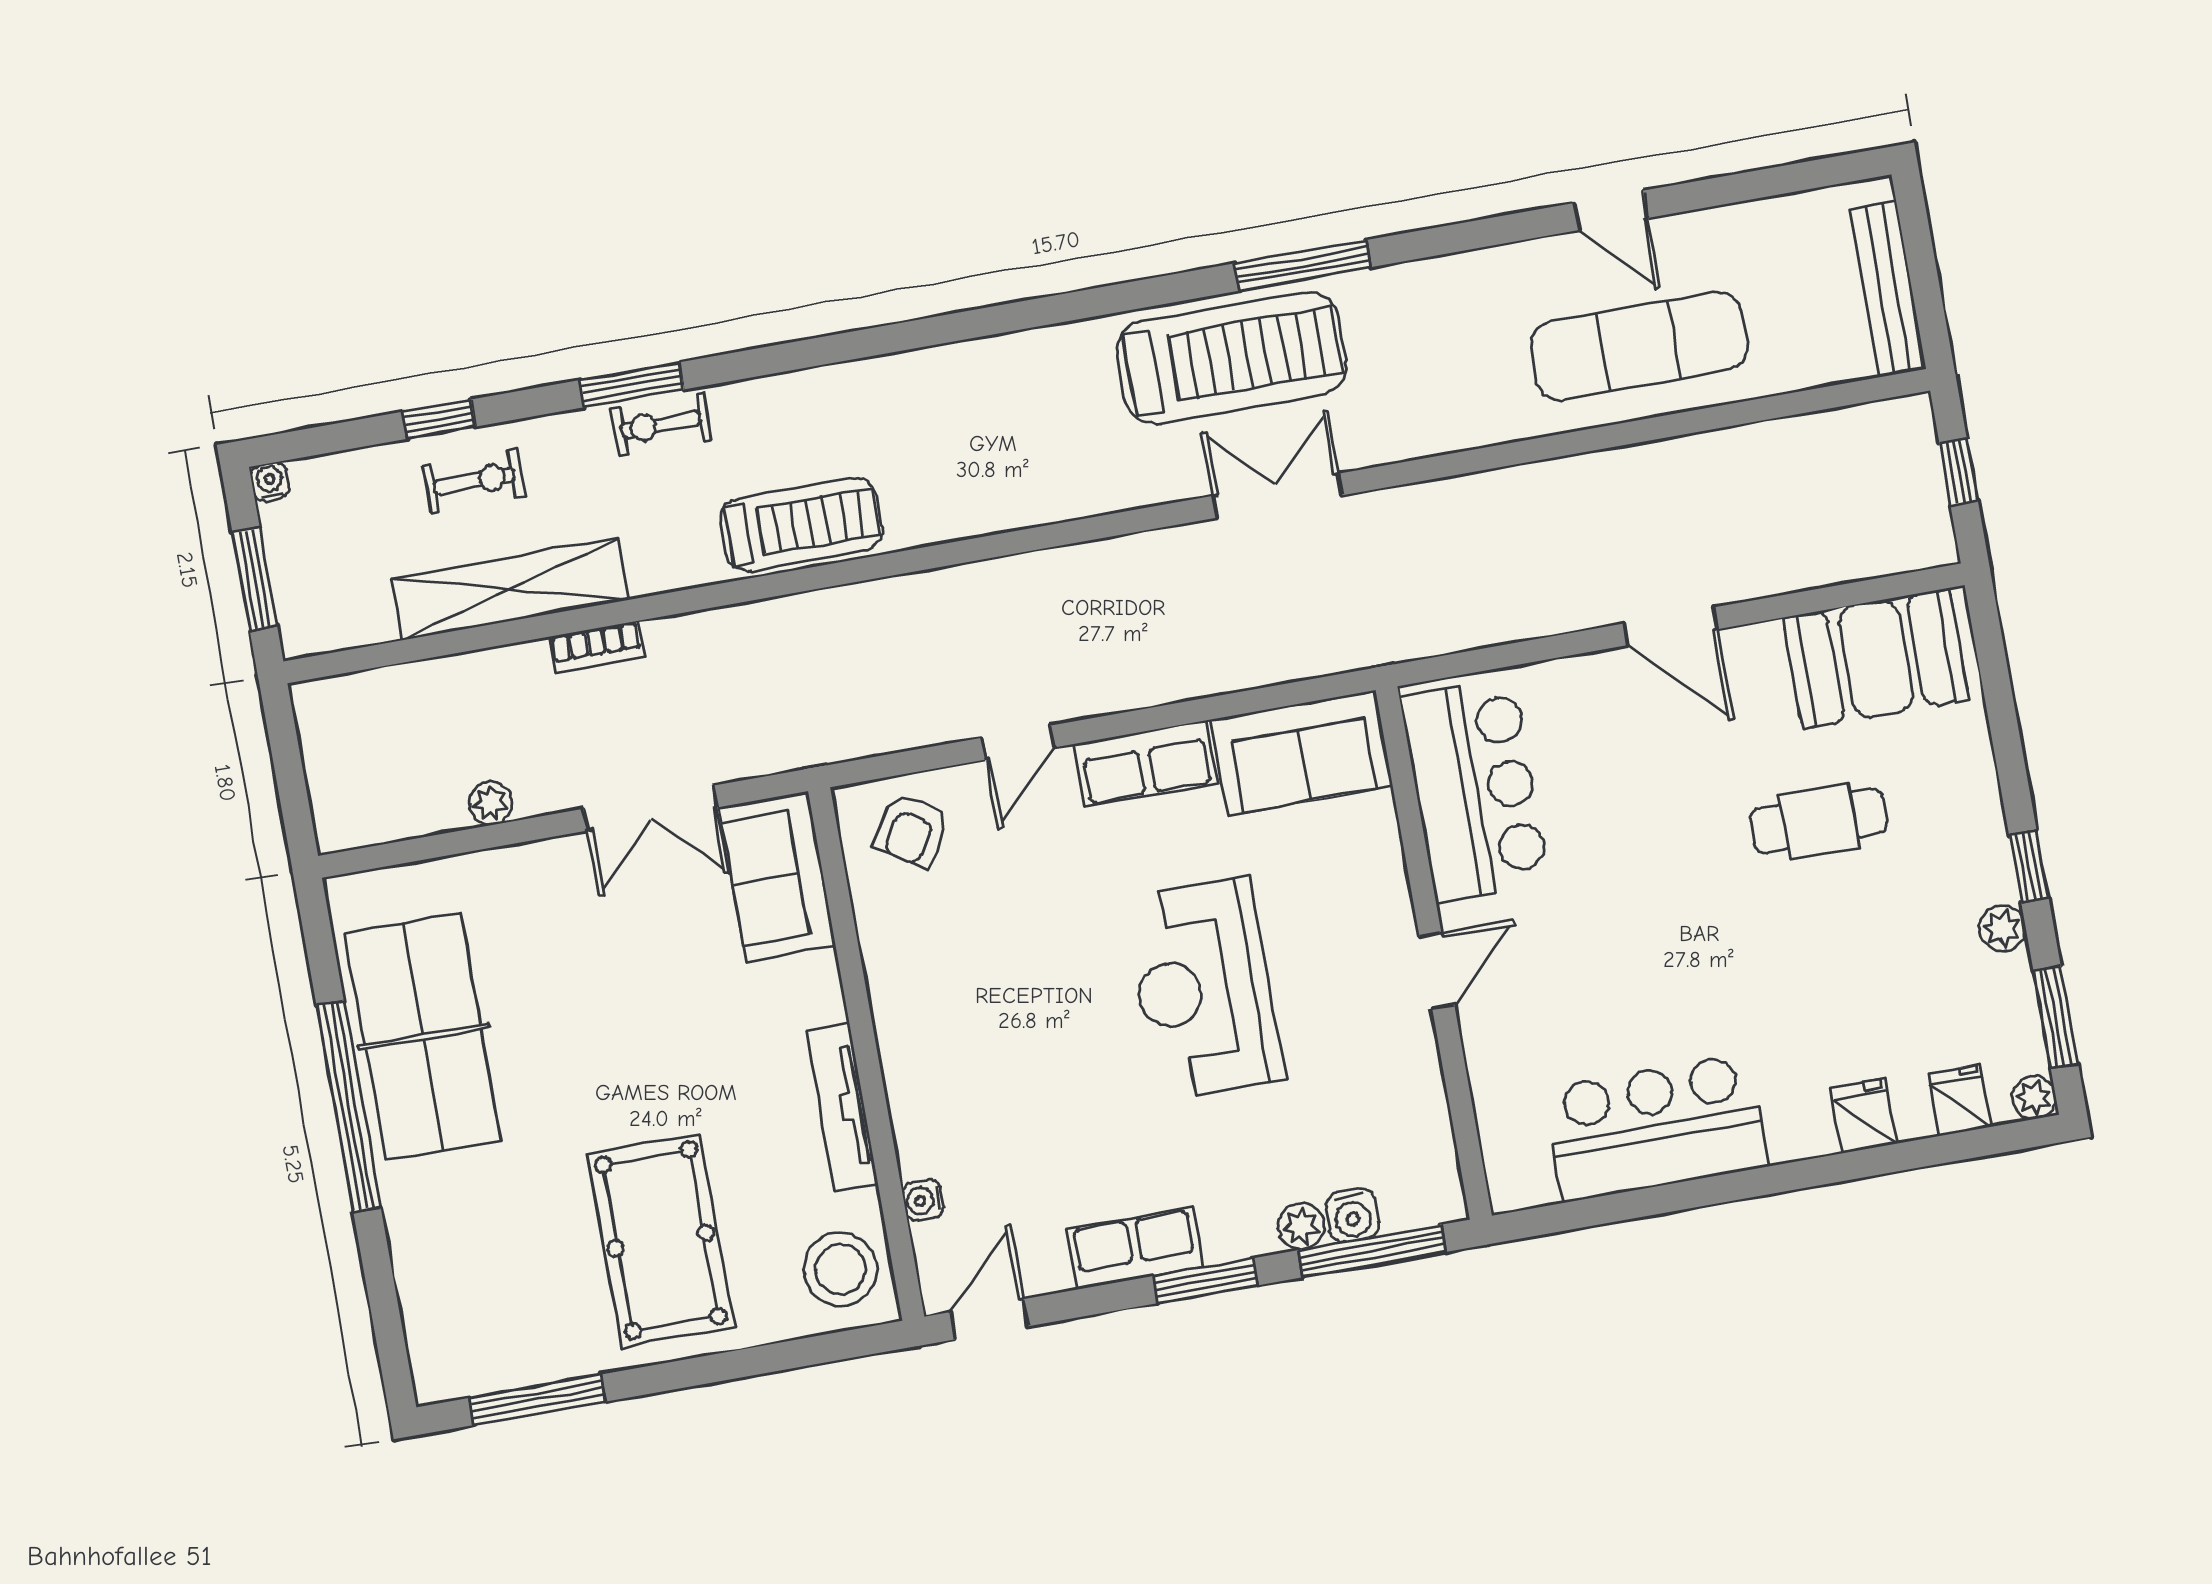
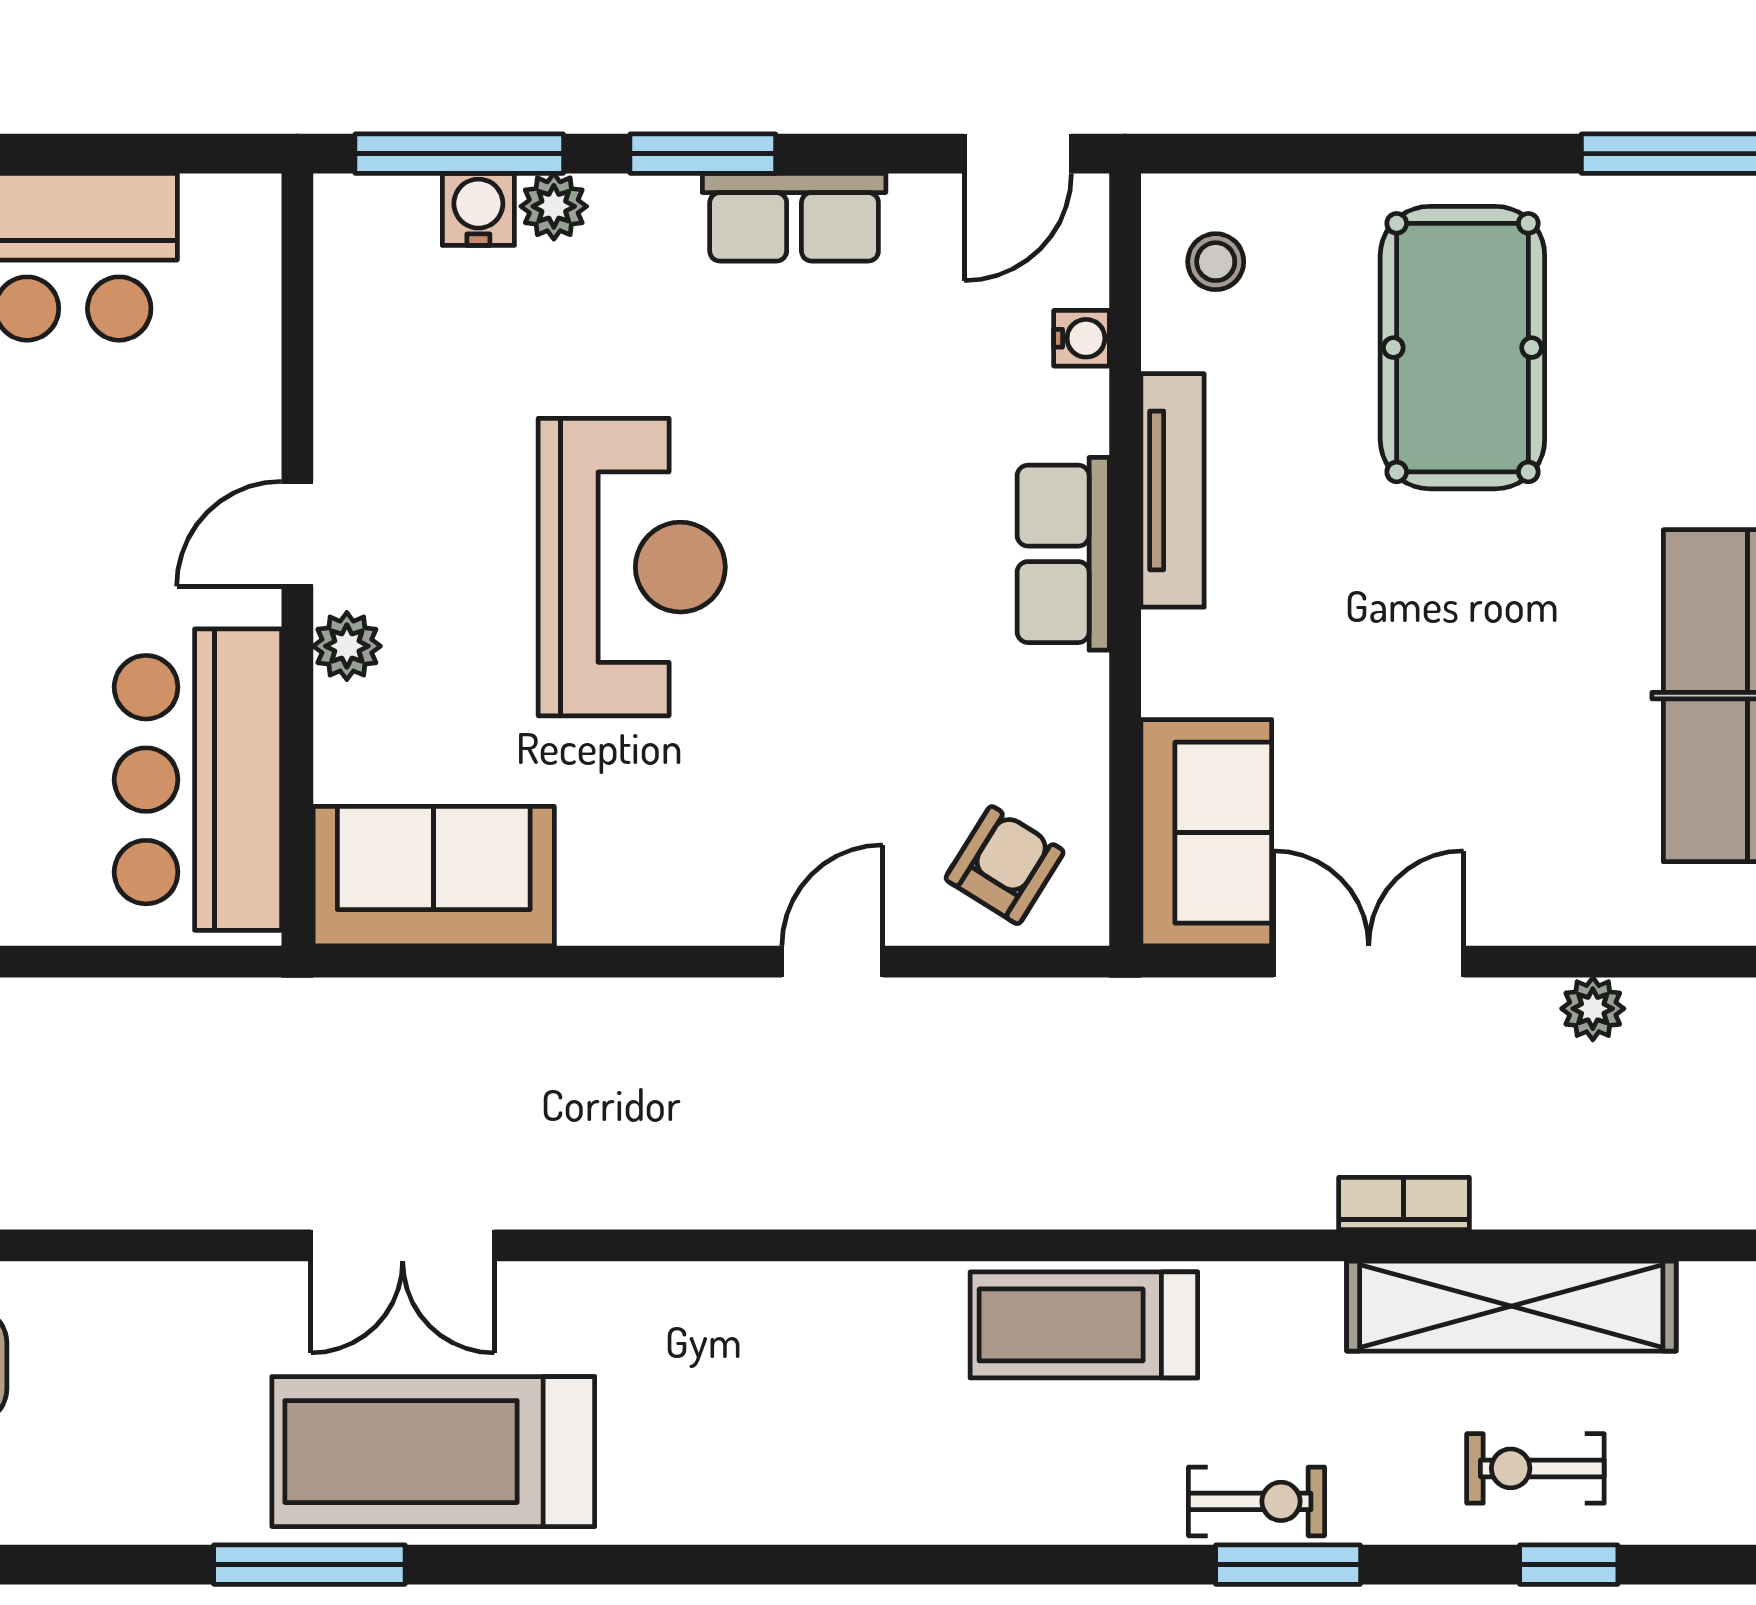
row of seats: (1146, 764) -> (1063, 554), moved, turned -90
plant: (1389, 900) -> (347, 646), added
stool: (840, 1269) -> (1216, 262), width x0.53, depth x0.53

